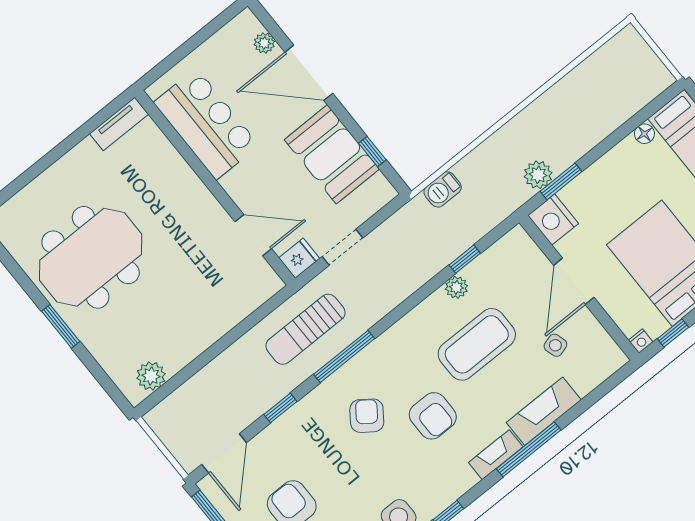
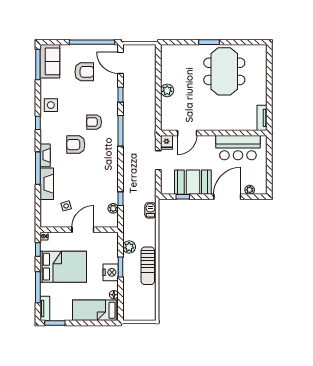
window: (561, 181) -> (121, 267), moved
nightstand: (553, 220) -> (111, 272), moved, turned 90
door: (574, 281) -> (83, 230), hinge flipped
plant: (456, 287) -> (113, 208), moved
sun lounger: (305, 329) -> (148, 266), moved, turned 180
coffee table: (477, 344) -> (88, 179), removed
plant: (151, 376) -> (167, 90), moved
armchair: (367, 416) -> (94, 122), turned 144

